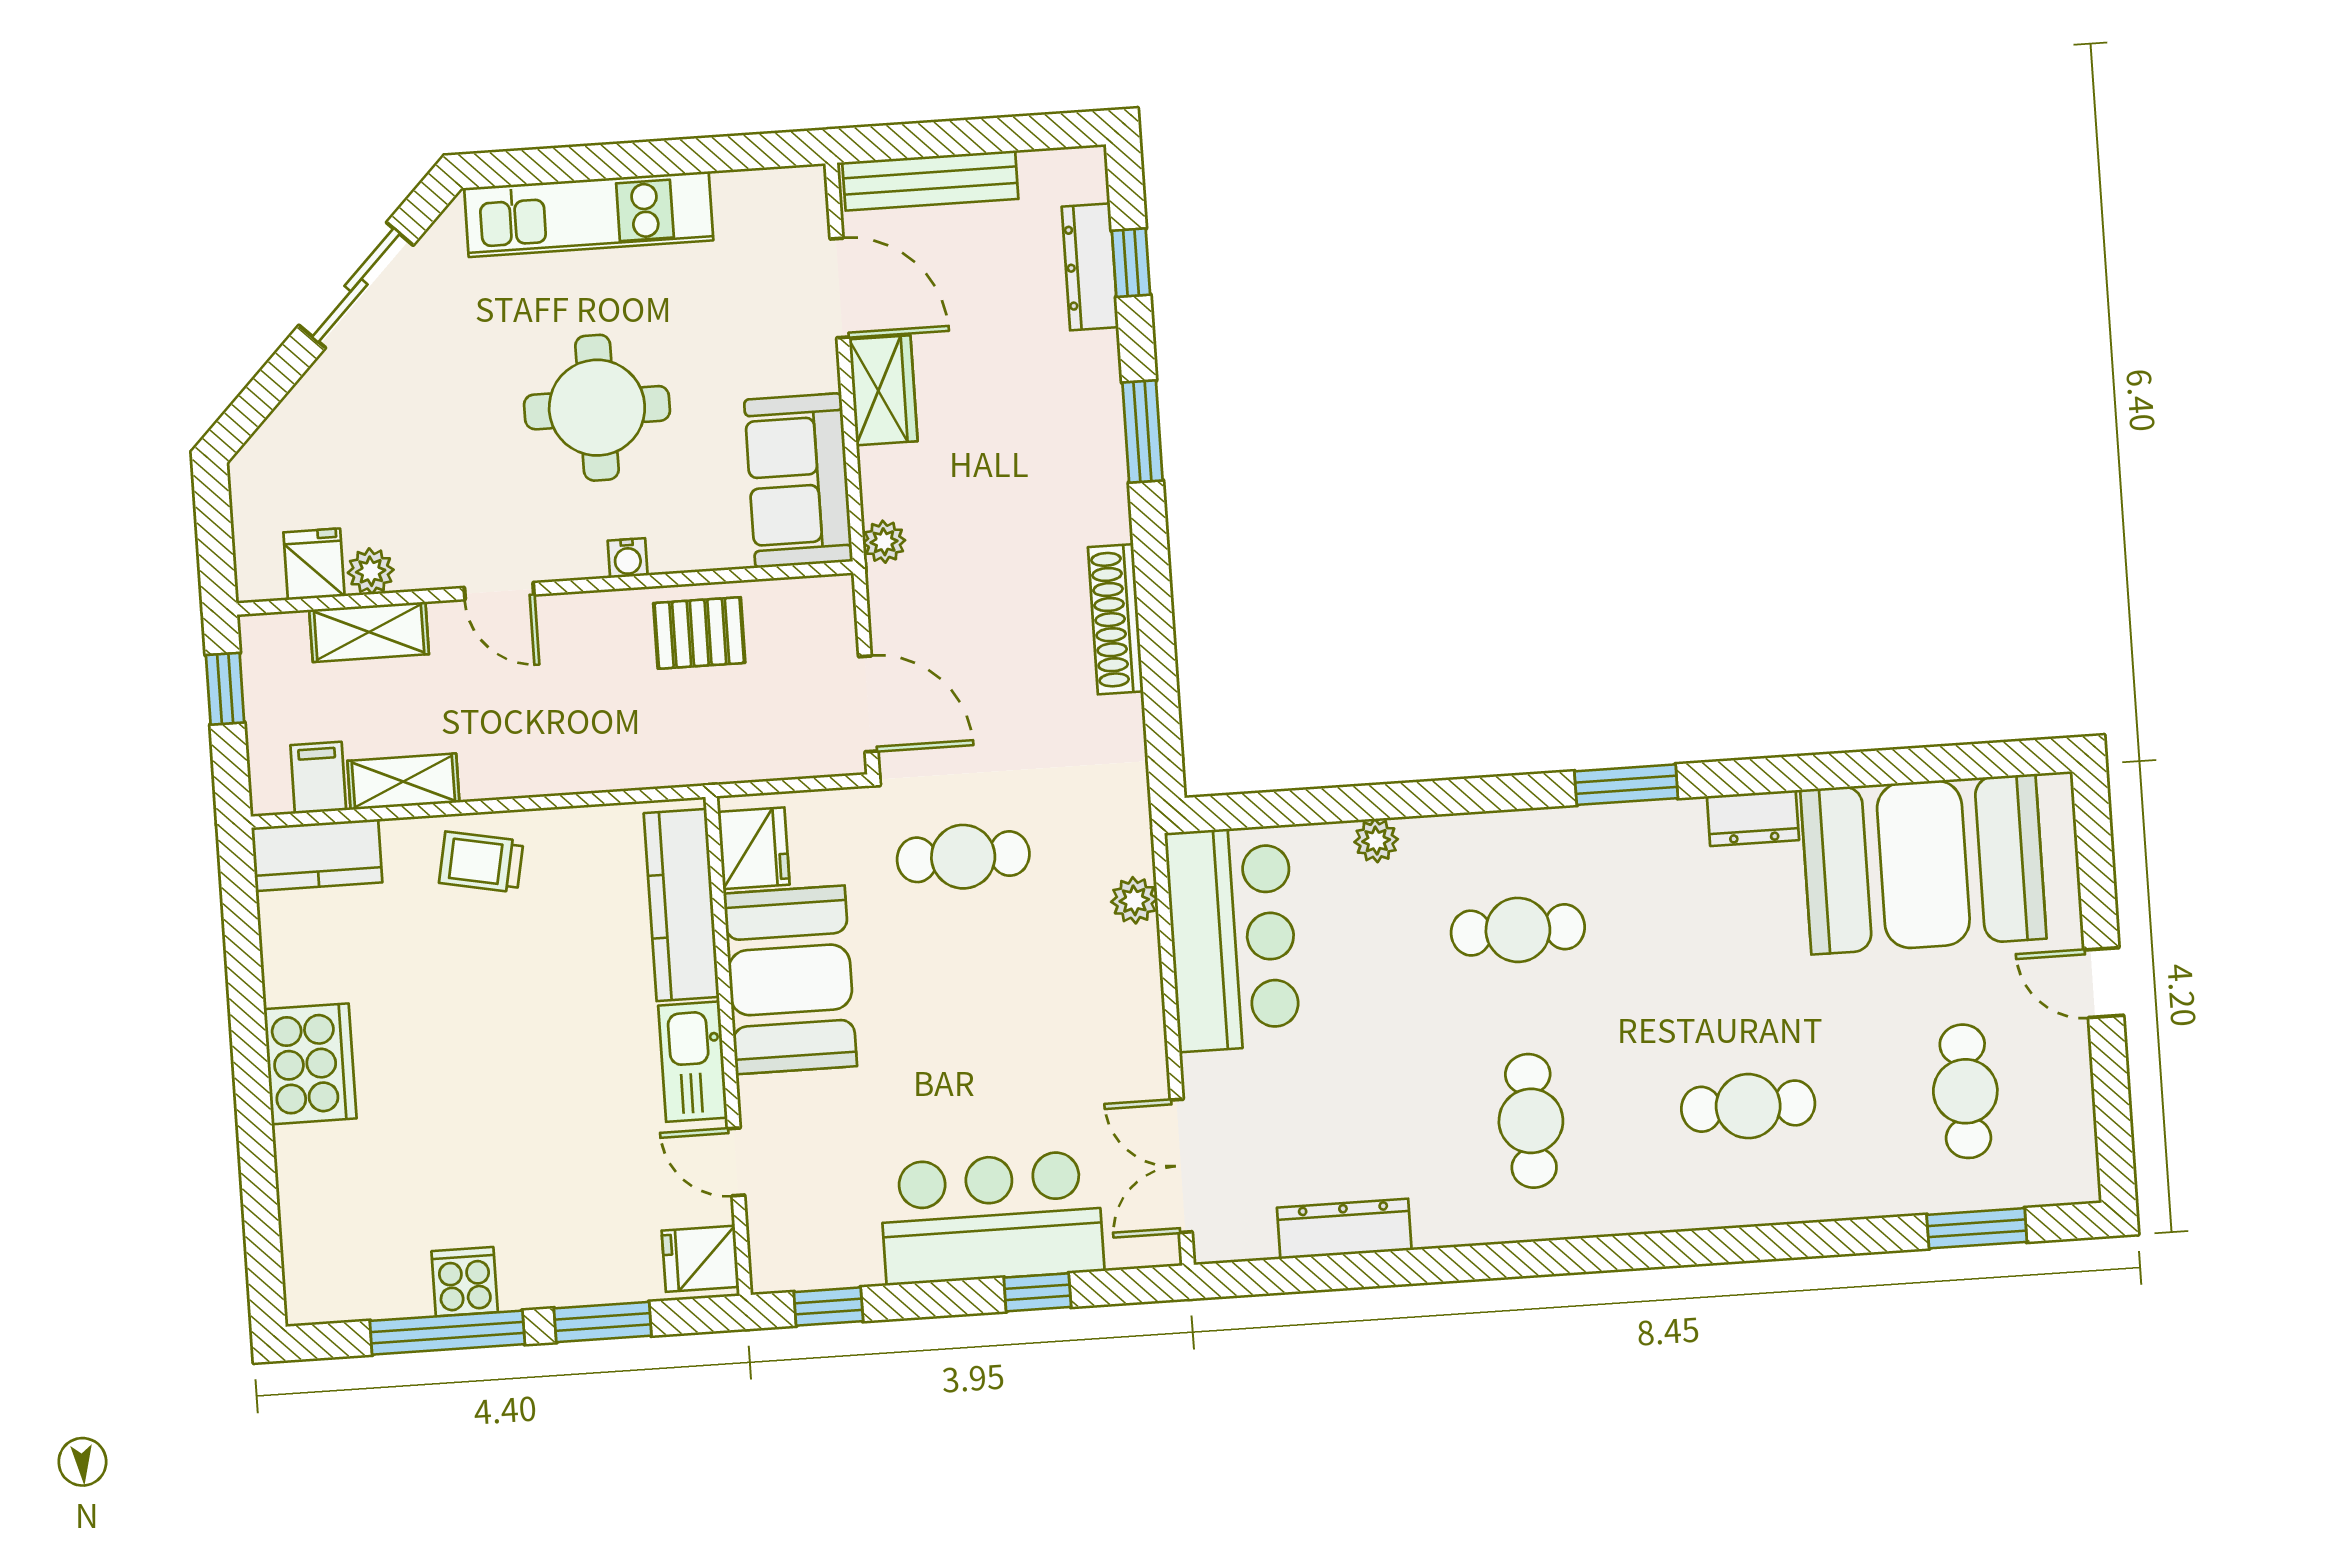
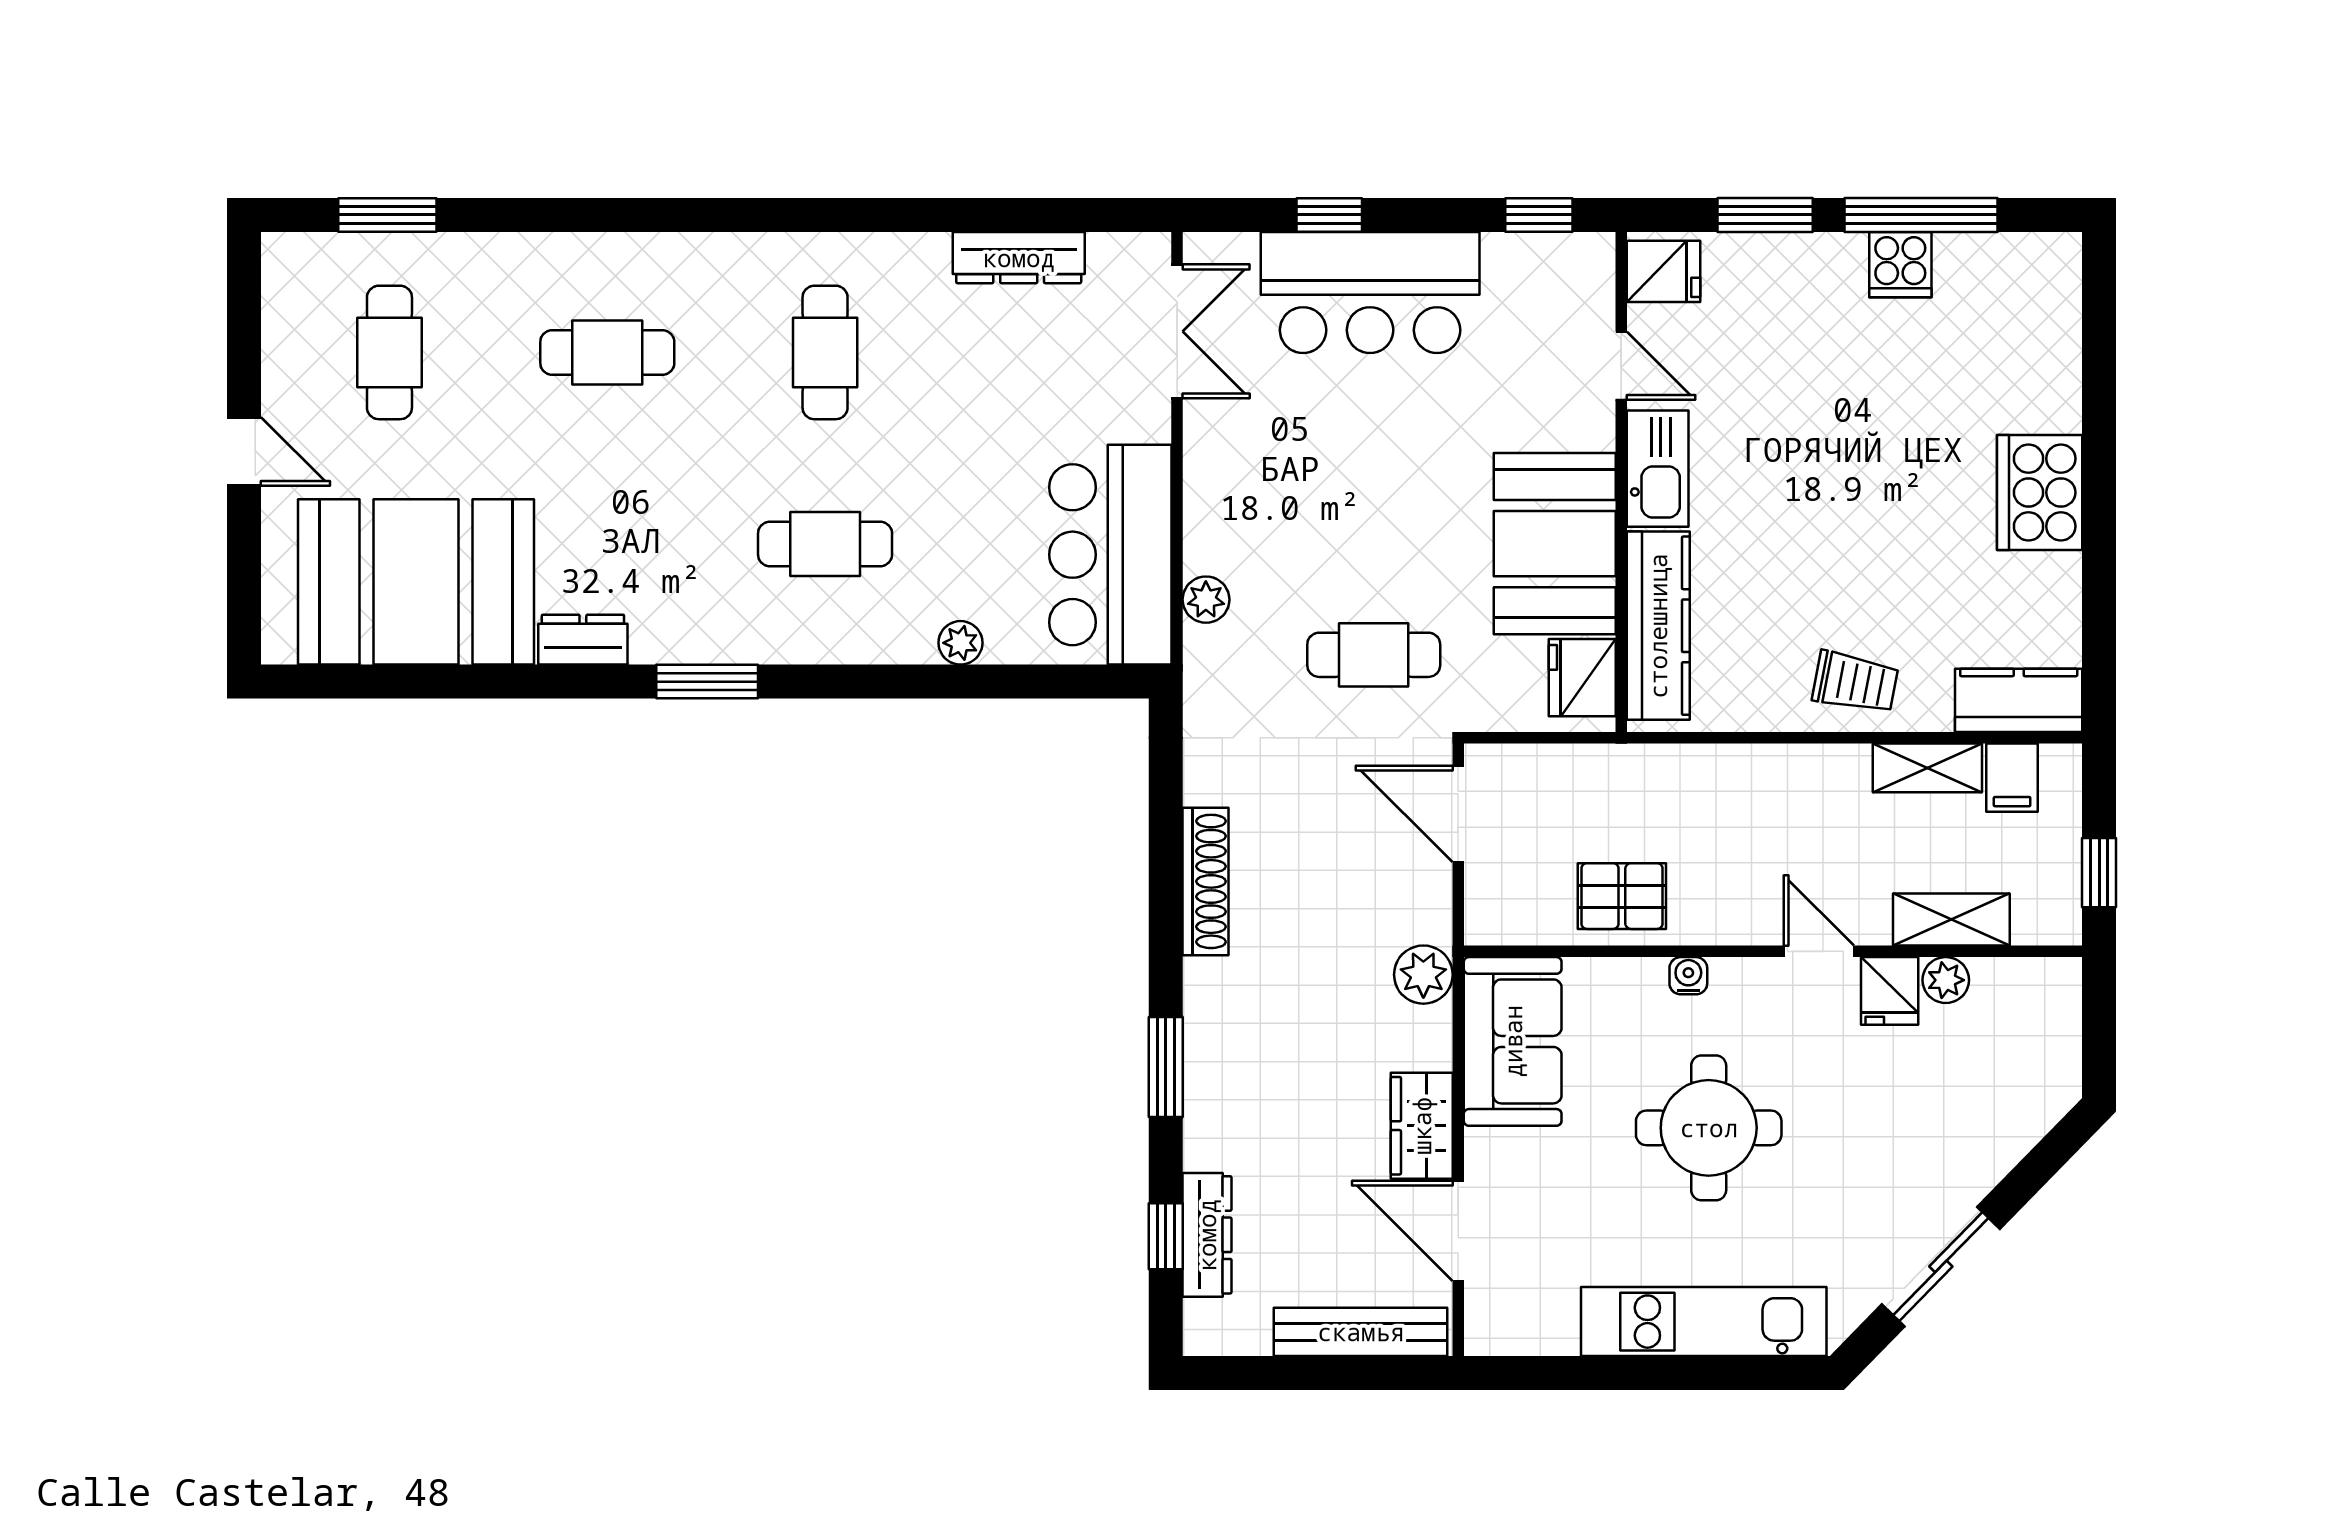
plant: (884, 542) -> (1423, 975), width x1.38, depth x1.38
fridge: (314, 564) -> (1890, 991), moved

